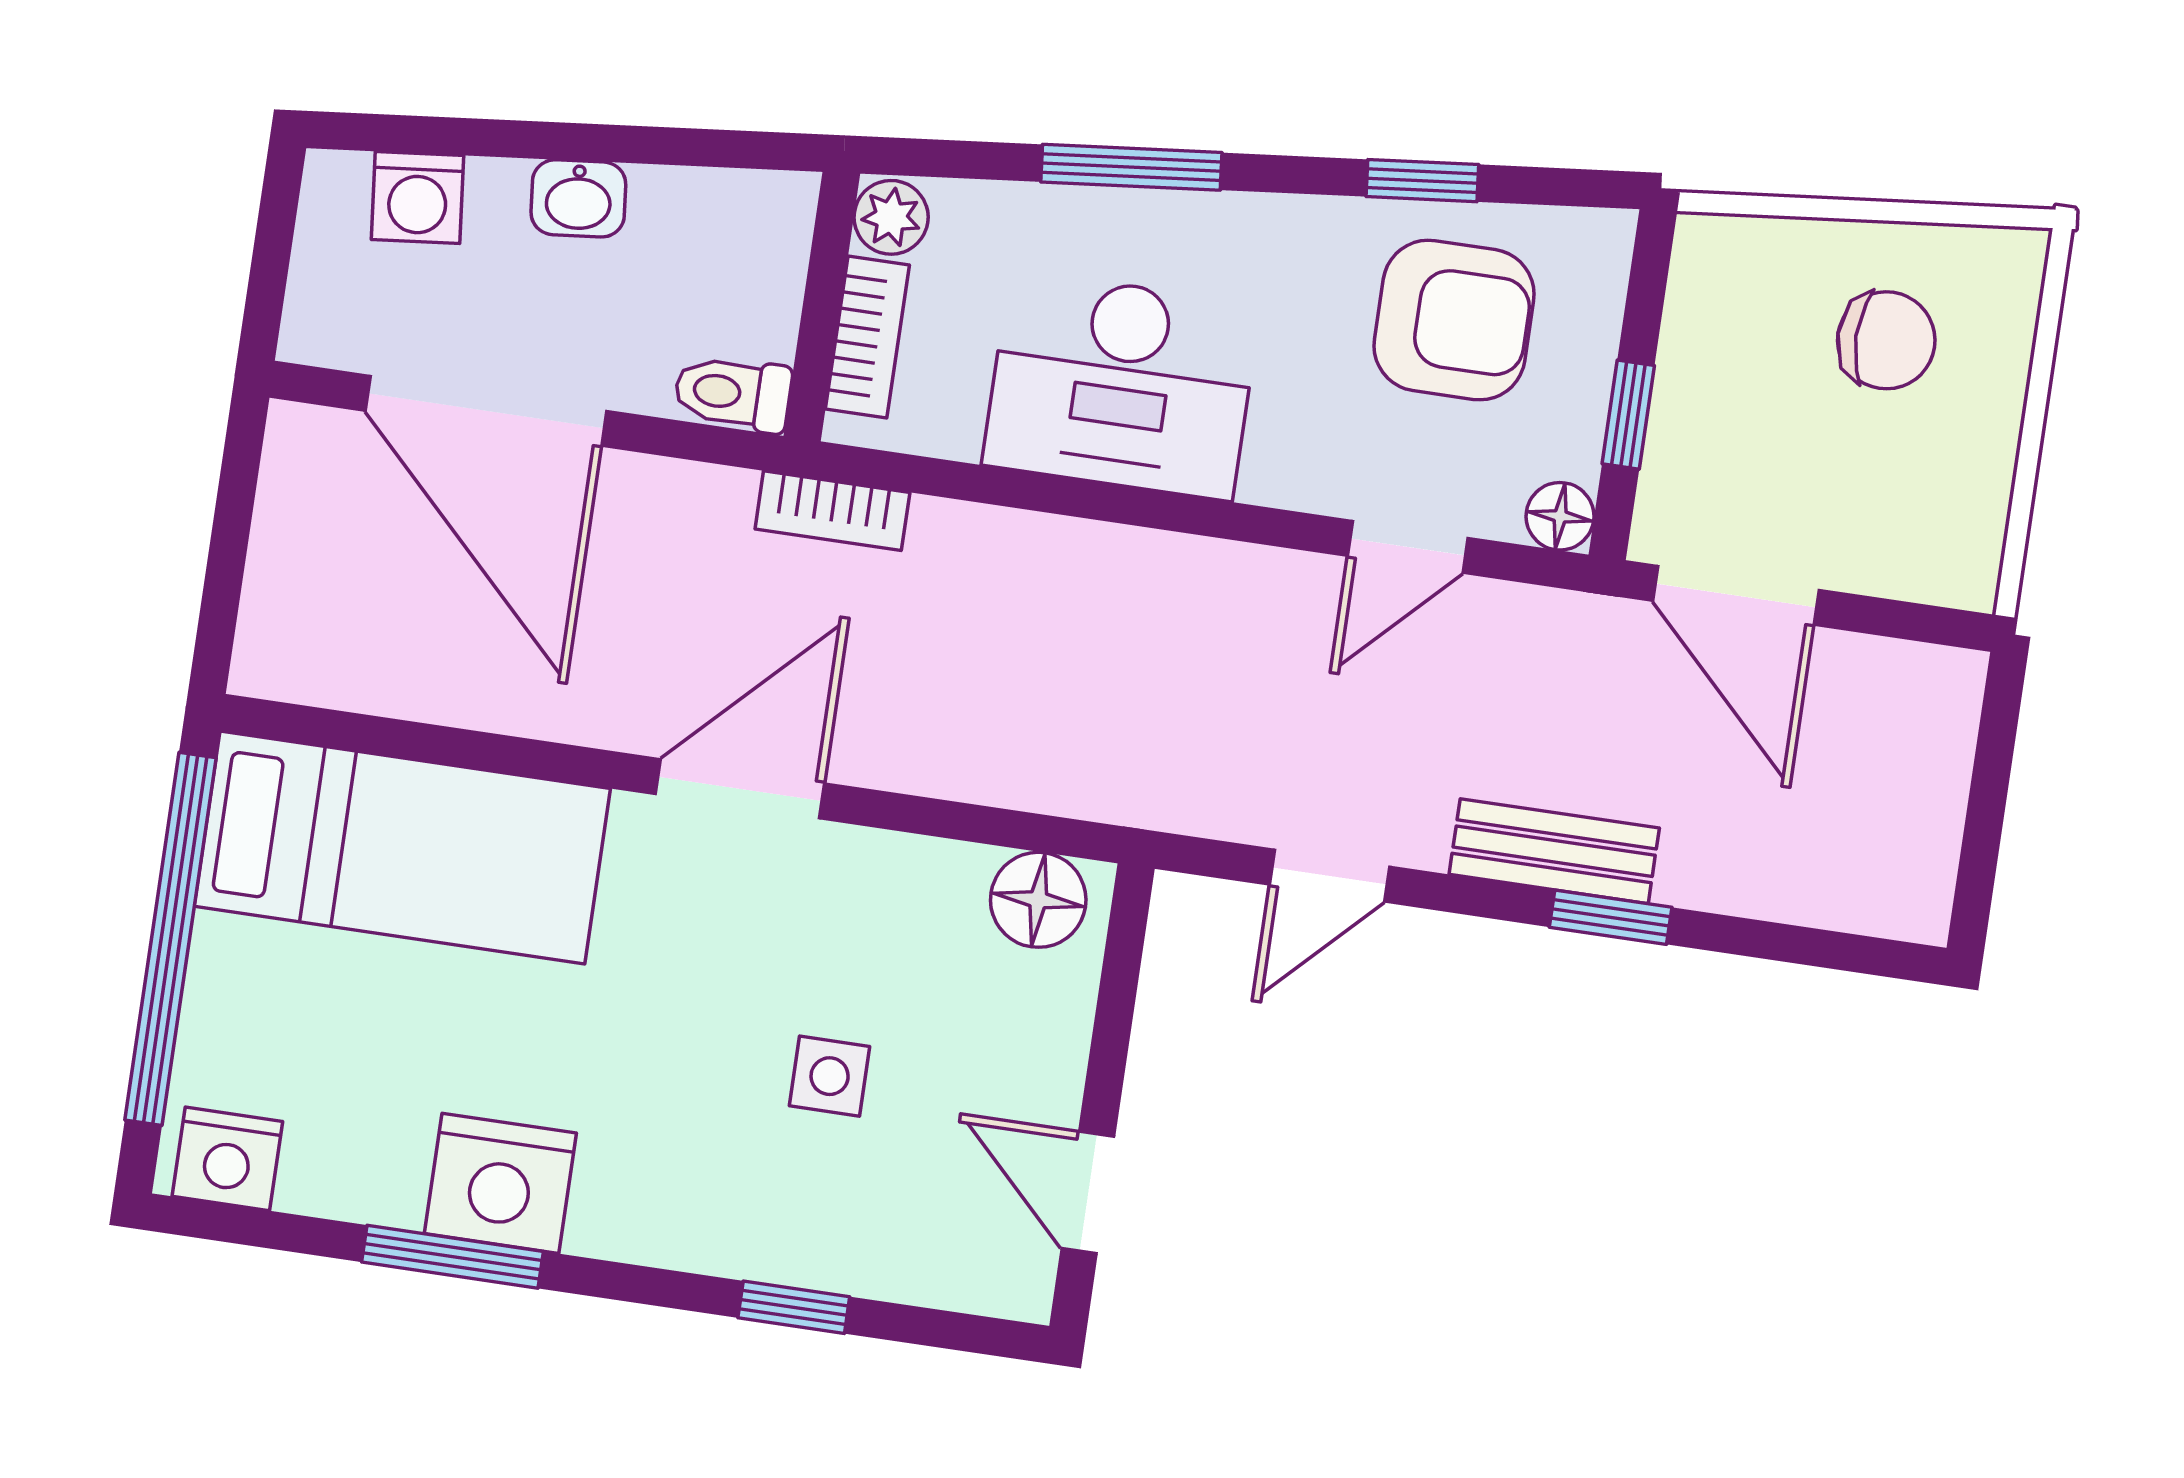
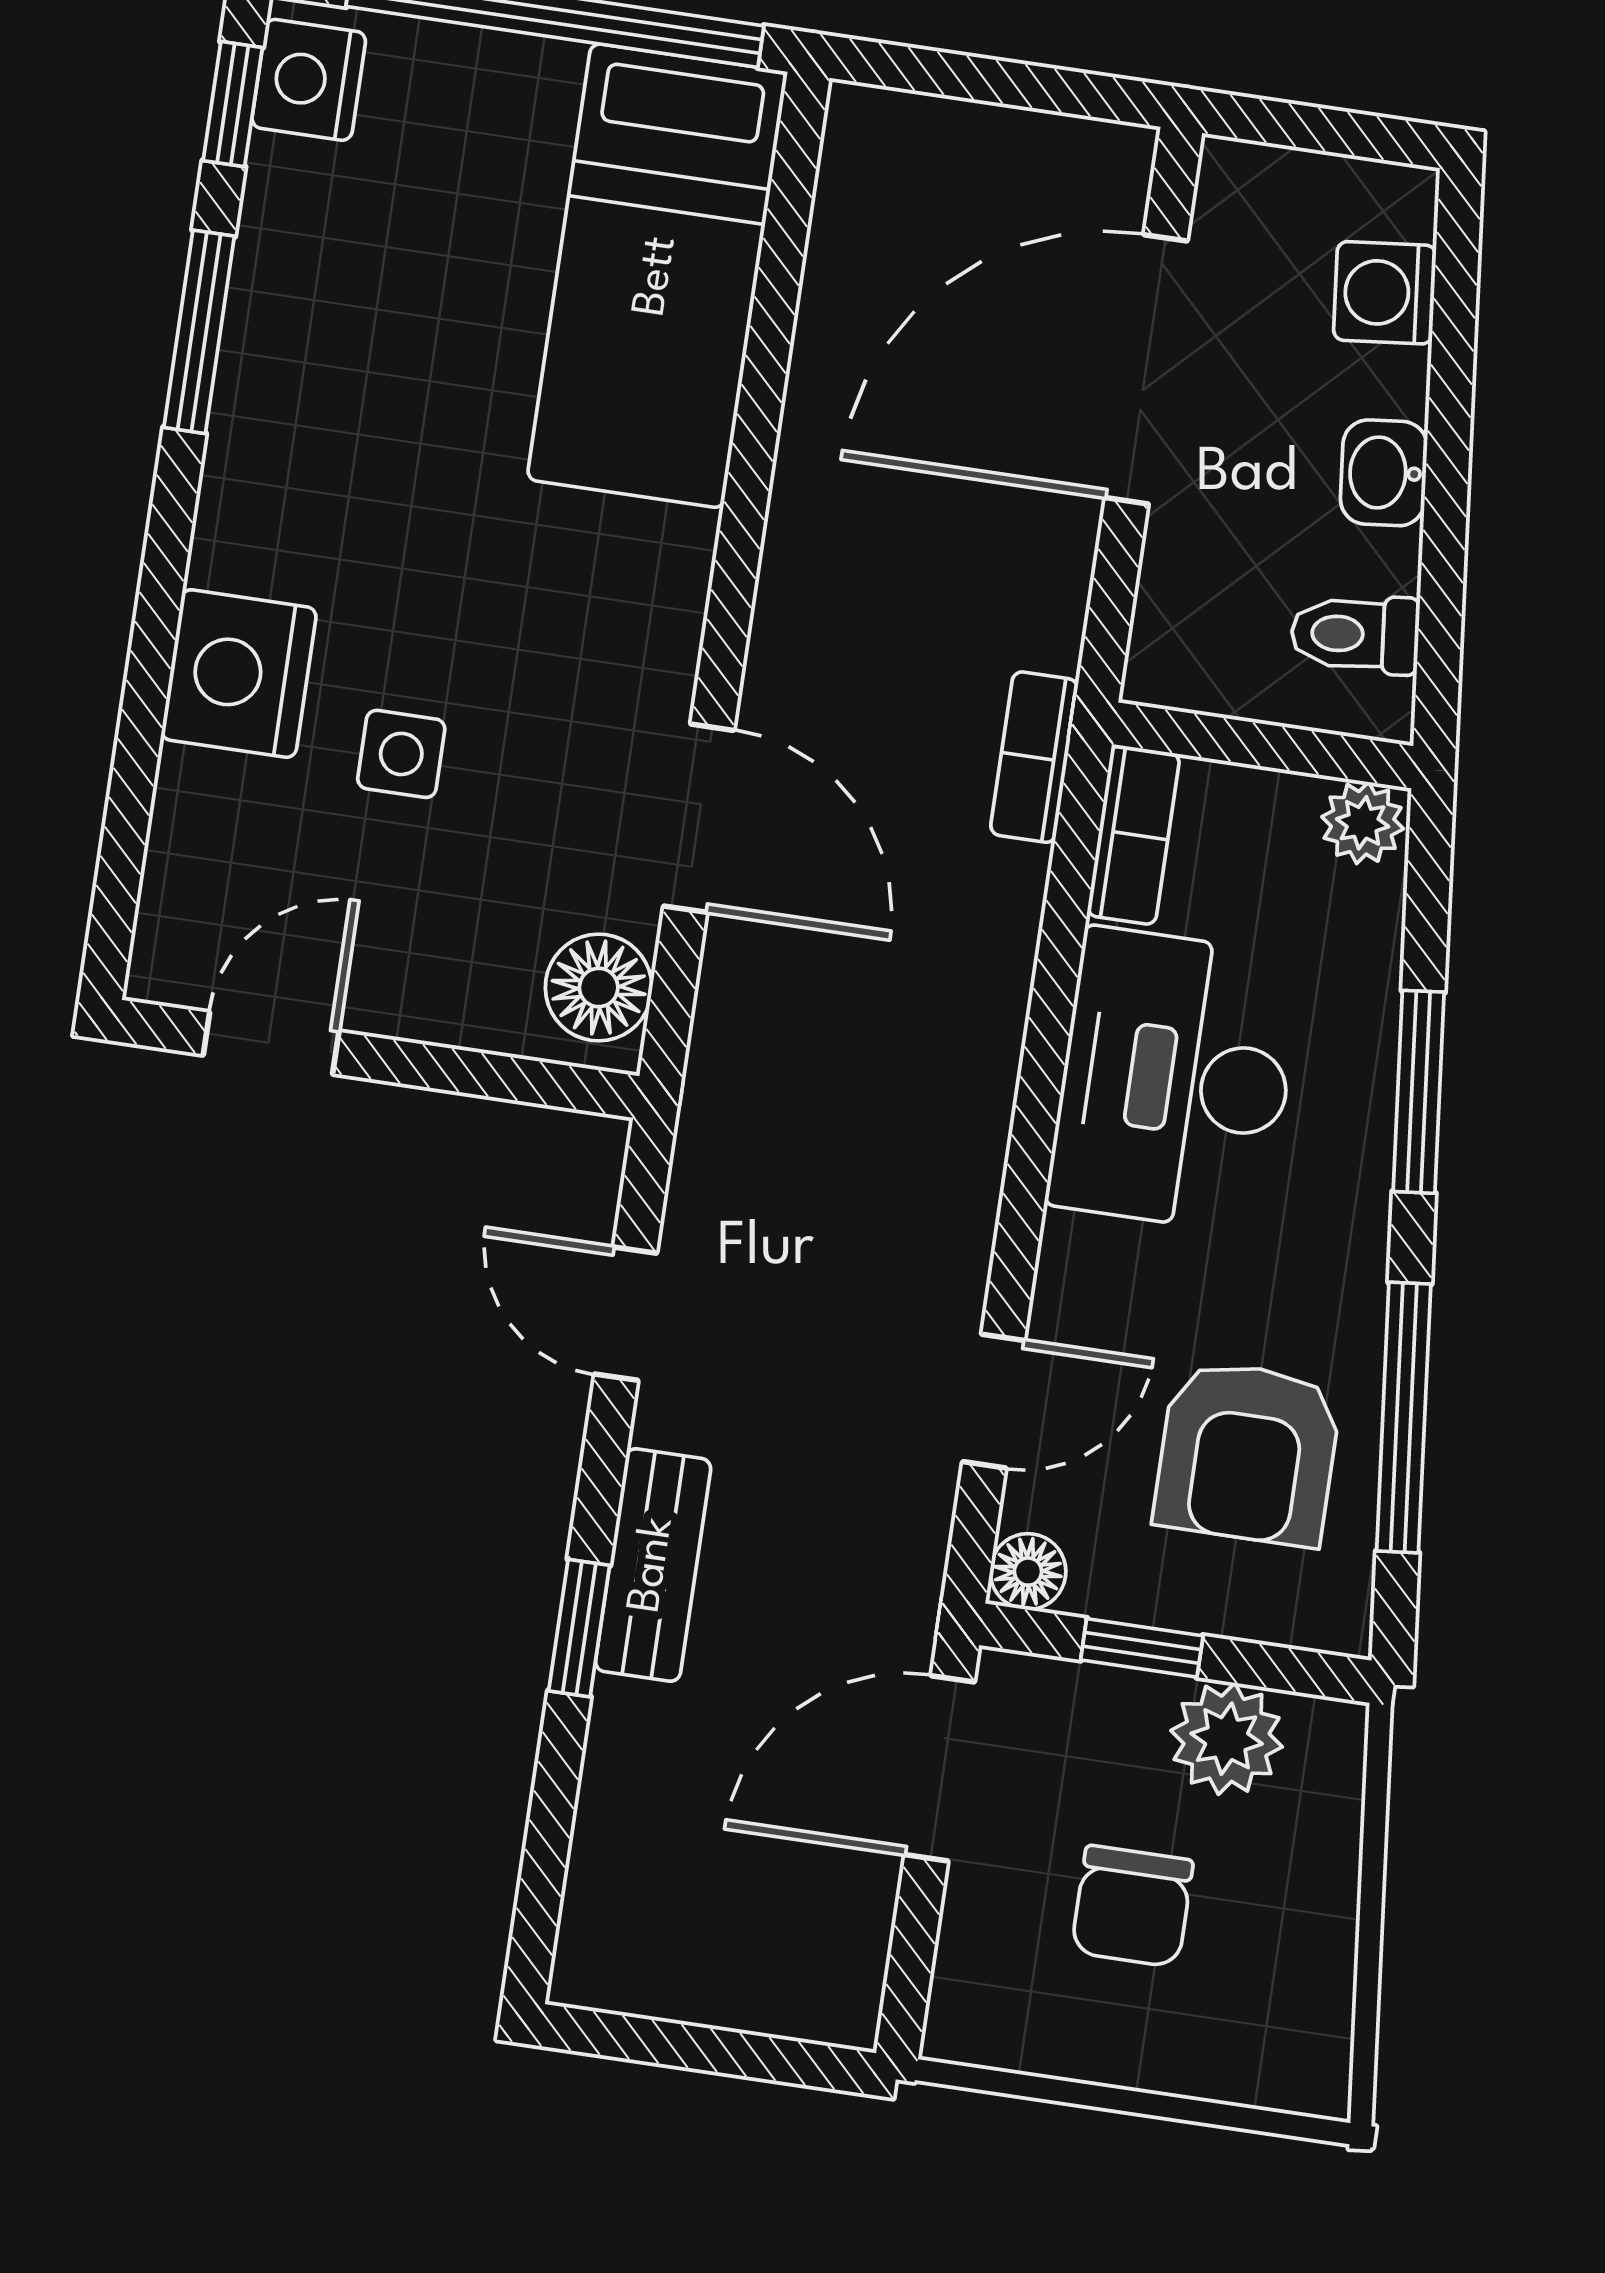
window: (1422, 181) -> (1404, 1418), width x2.17
bookcase: (867, 337) -> (1133, 835), moved, turned -90
plant: (1709, 339) -> (1227, 1739), added
chair: (1886, 340) -> (1132, 1906), moved
toilet: (733, 393) -> (1355, 634), moved, turned -96
door: (1408, 547) -> (994, 1401), swing flipped
door: (740, 789) -> (699, 818), moved
nightstand: (500, 1183) -> (239, 674), moved
window: (794, 1307) -> (233, 104), moved

